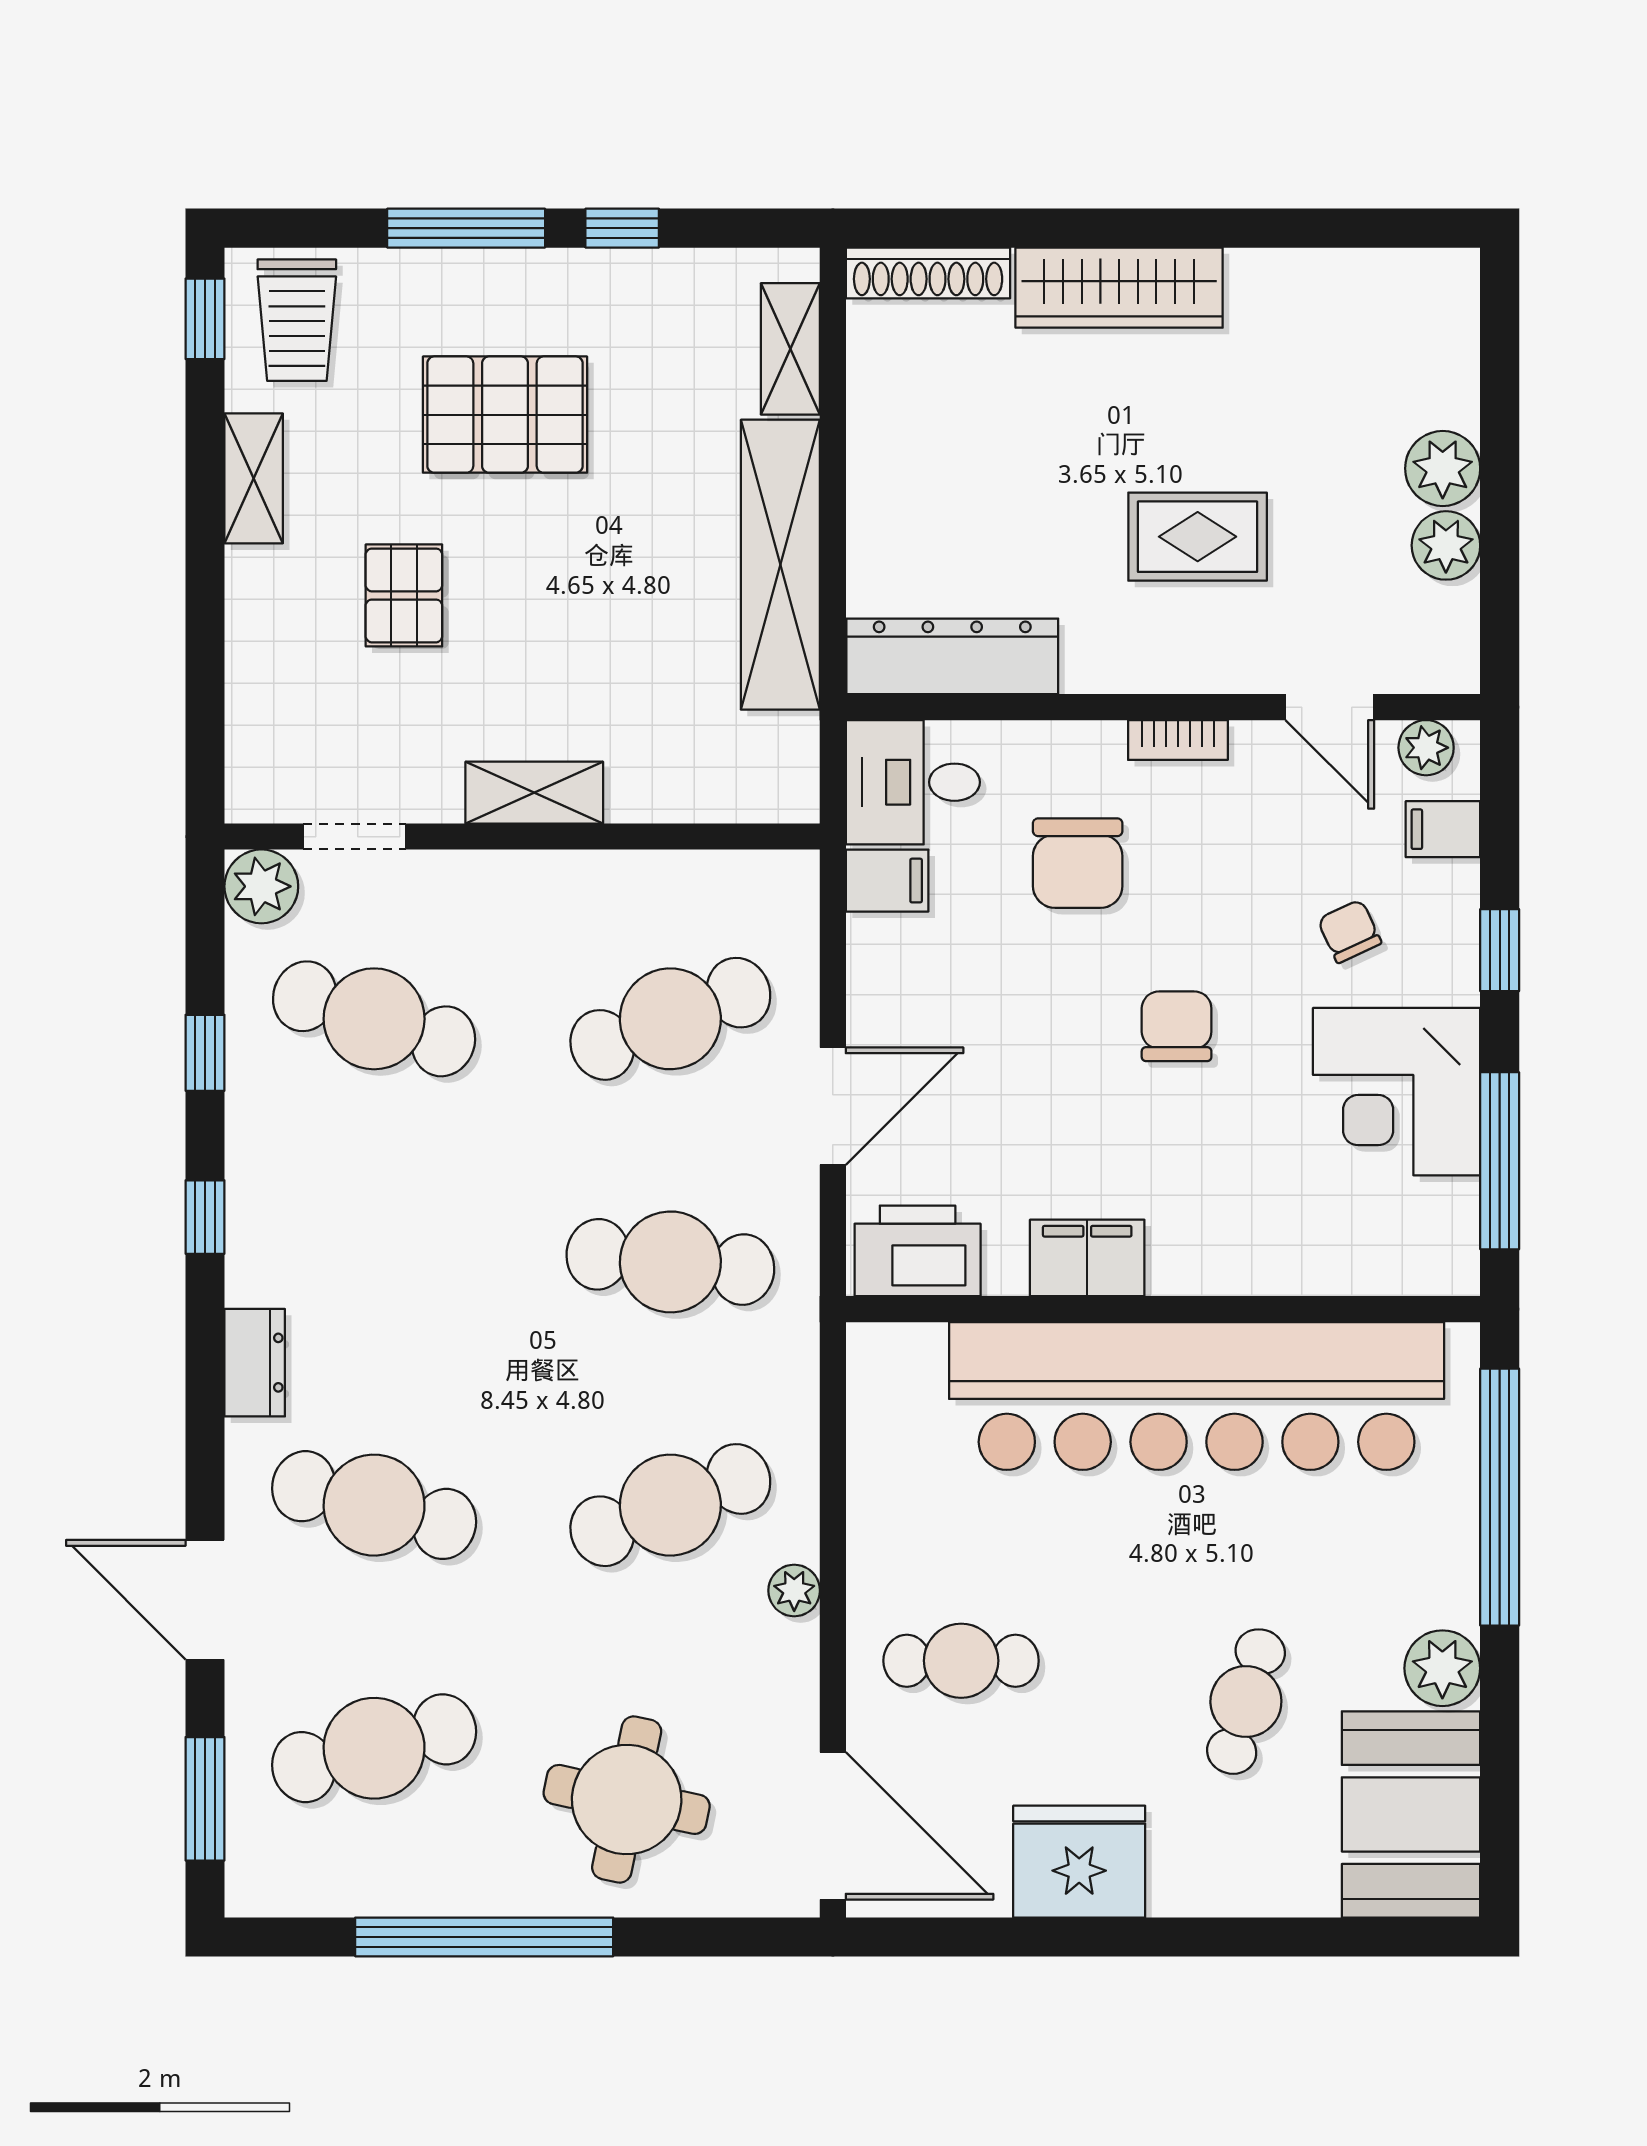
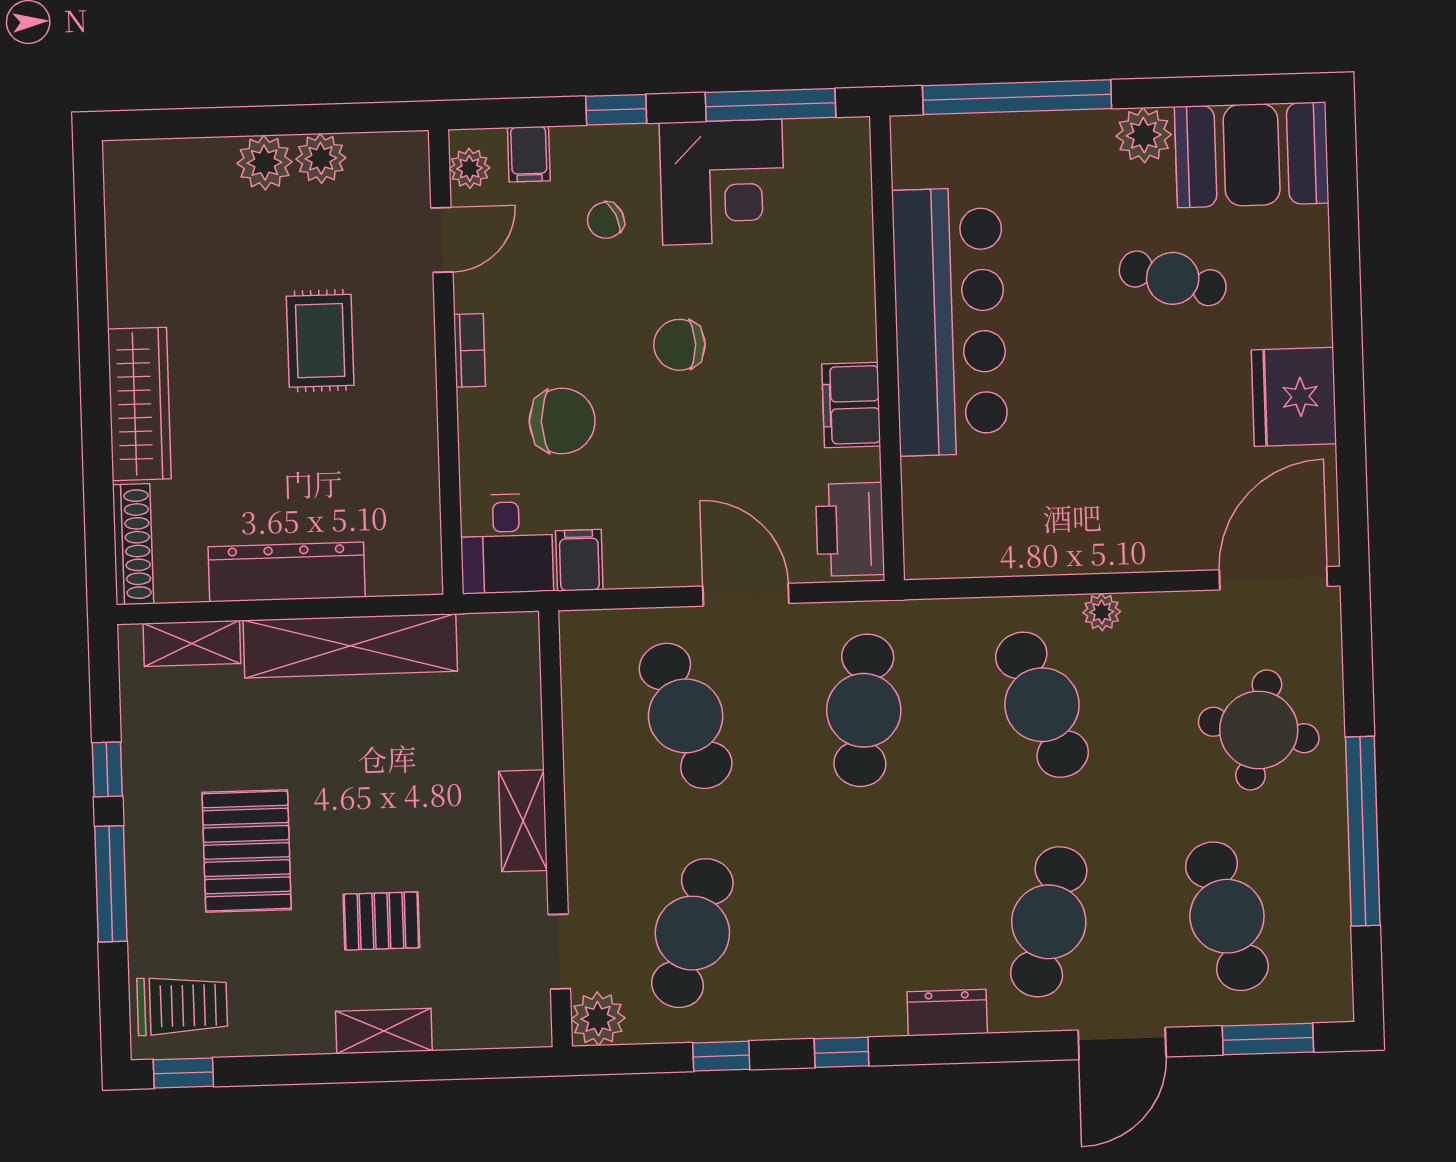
shelving: (254, 478) -> (384, 1031), moved
dresser: (952, 656) -> (287, 572), moved, turned 90
bar counter: (1197, 1396) -> (950, 322), width x0.73
cafe table: (961, 1661) -> (1149, 488), removed

